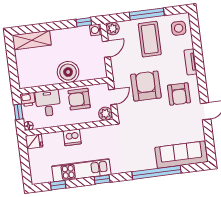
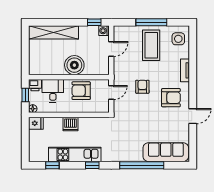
plant: (113, 29) -> (119, 31), removed
shelving: (32, 40) -> (53, 32), width x1.47
armchair: (146, 86) -> (142, 87), width x0.53, depth x0.53
armchair: (179, 94) -> (171, 98), turned -90
plant: (106, 114) -> (103, 107), removed

